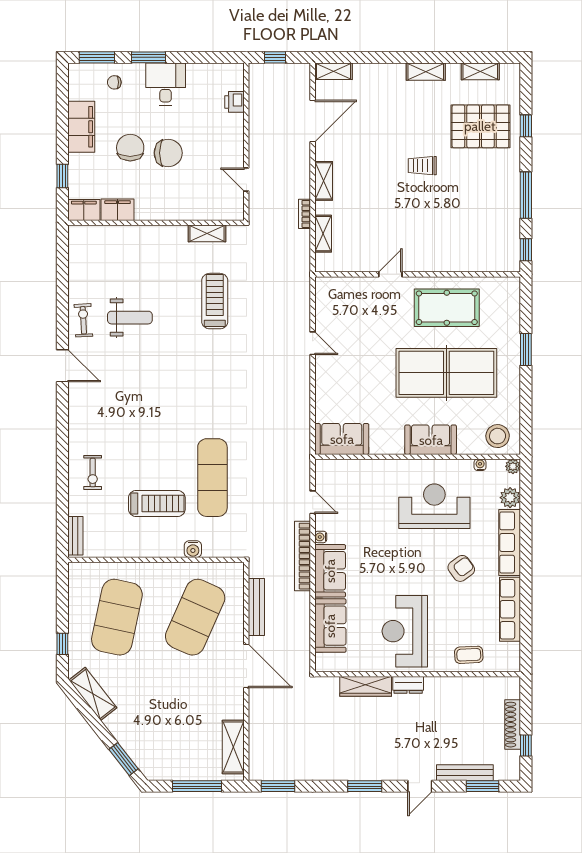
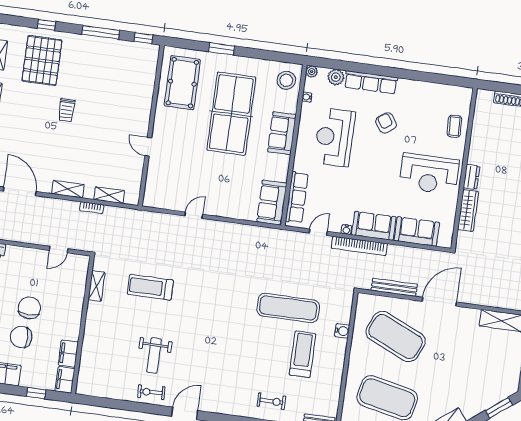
pool table: (447, 308) -> (182, 83), moved
weight bench: (130, 318) -> (154, 355), turned 180
row of seats: (510, 609) -> (297, 197), moved, turned -90

